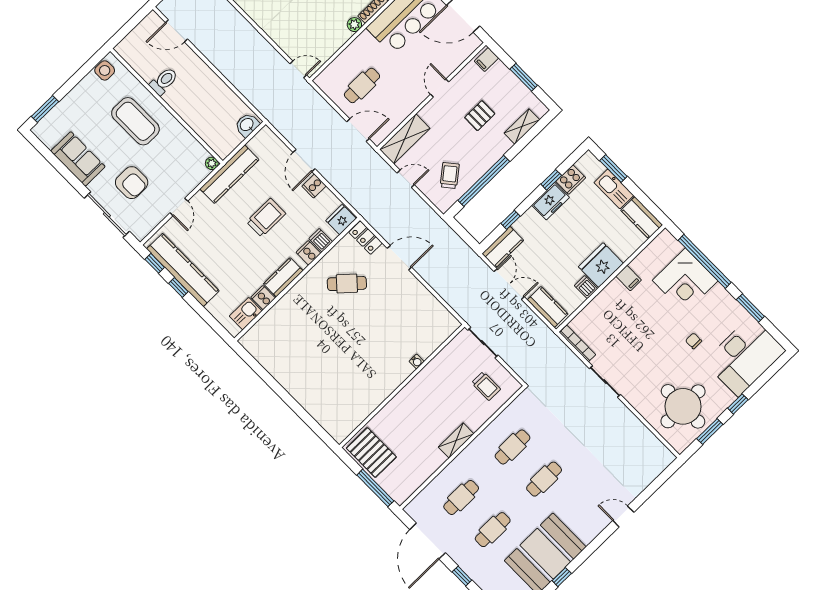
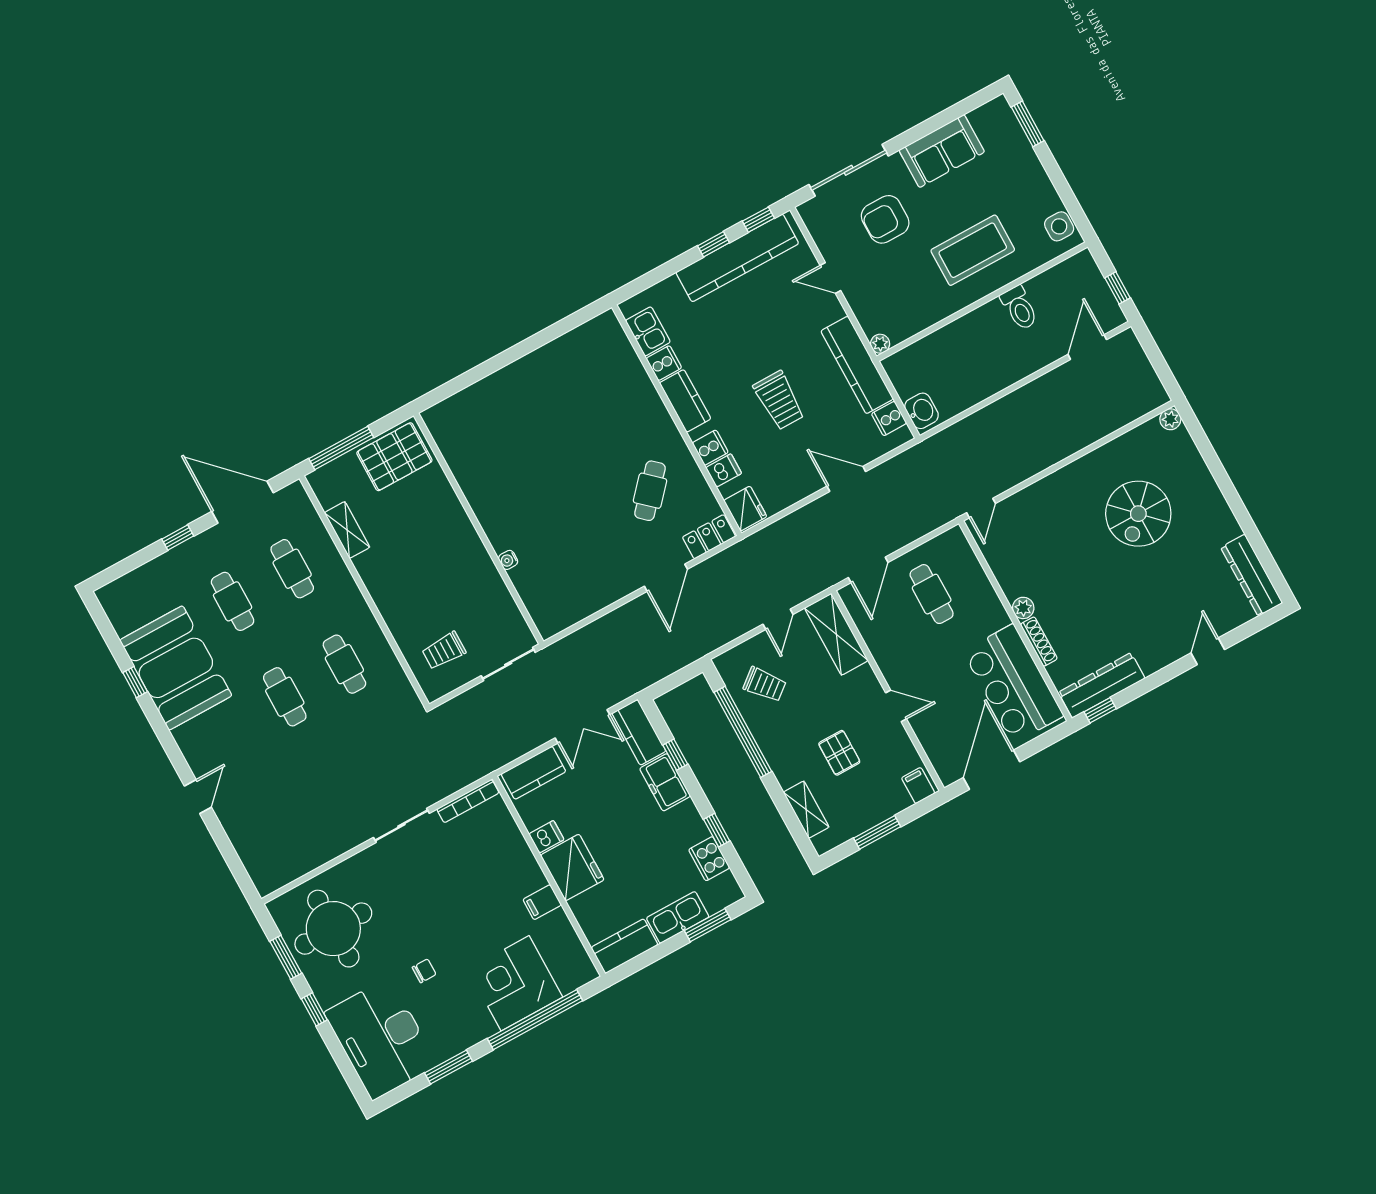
window: (133, 22) -> (1117, 288), added
cooker: (314, 186) -> (889, 418), moved, turned -90
freezer: (550, 201) -> (665, 782), moved
shelving: (456, 440) -> (347, 530), moved

